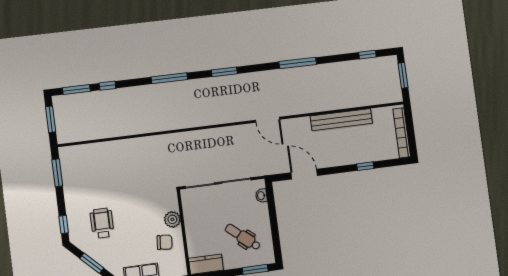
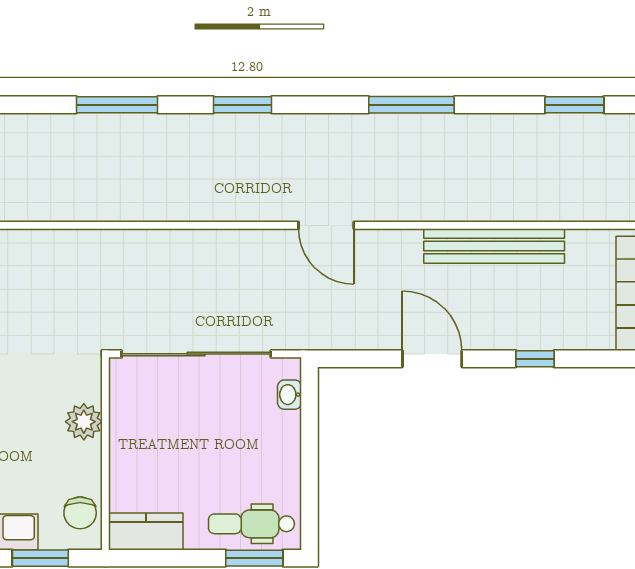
window: (367, 55) -> (574, 105), width x1.50
door: (304, 174) -> (432, 359), moved
dental chair: (243, 237) -> (251, 524), moved, turned -40
chair: (164, 242) -> (80, 513), moved, turned 85

